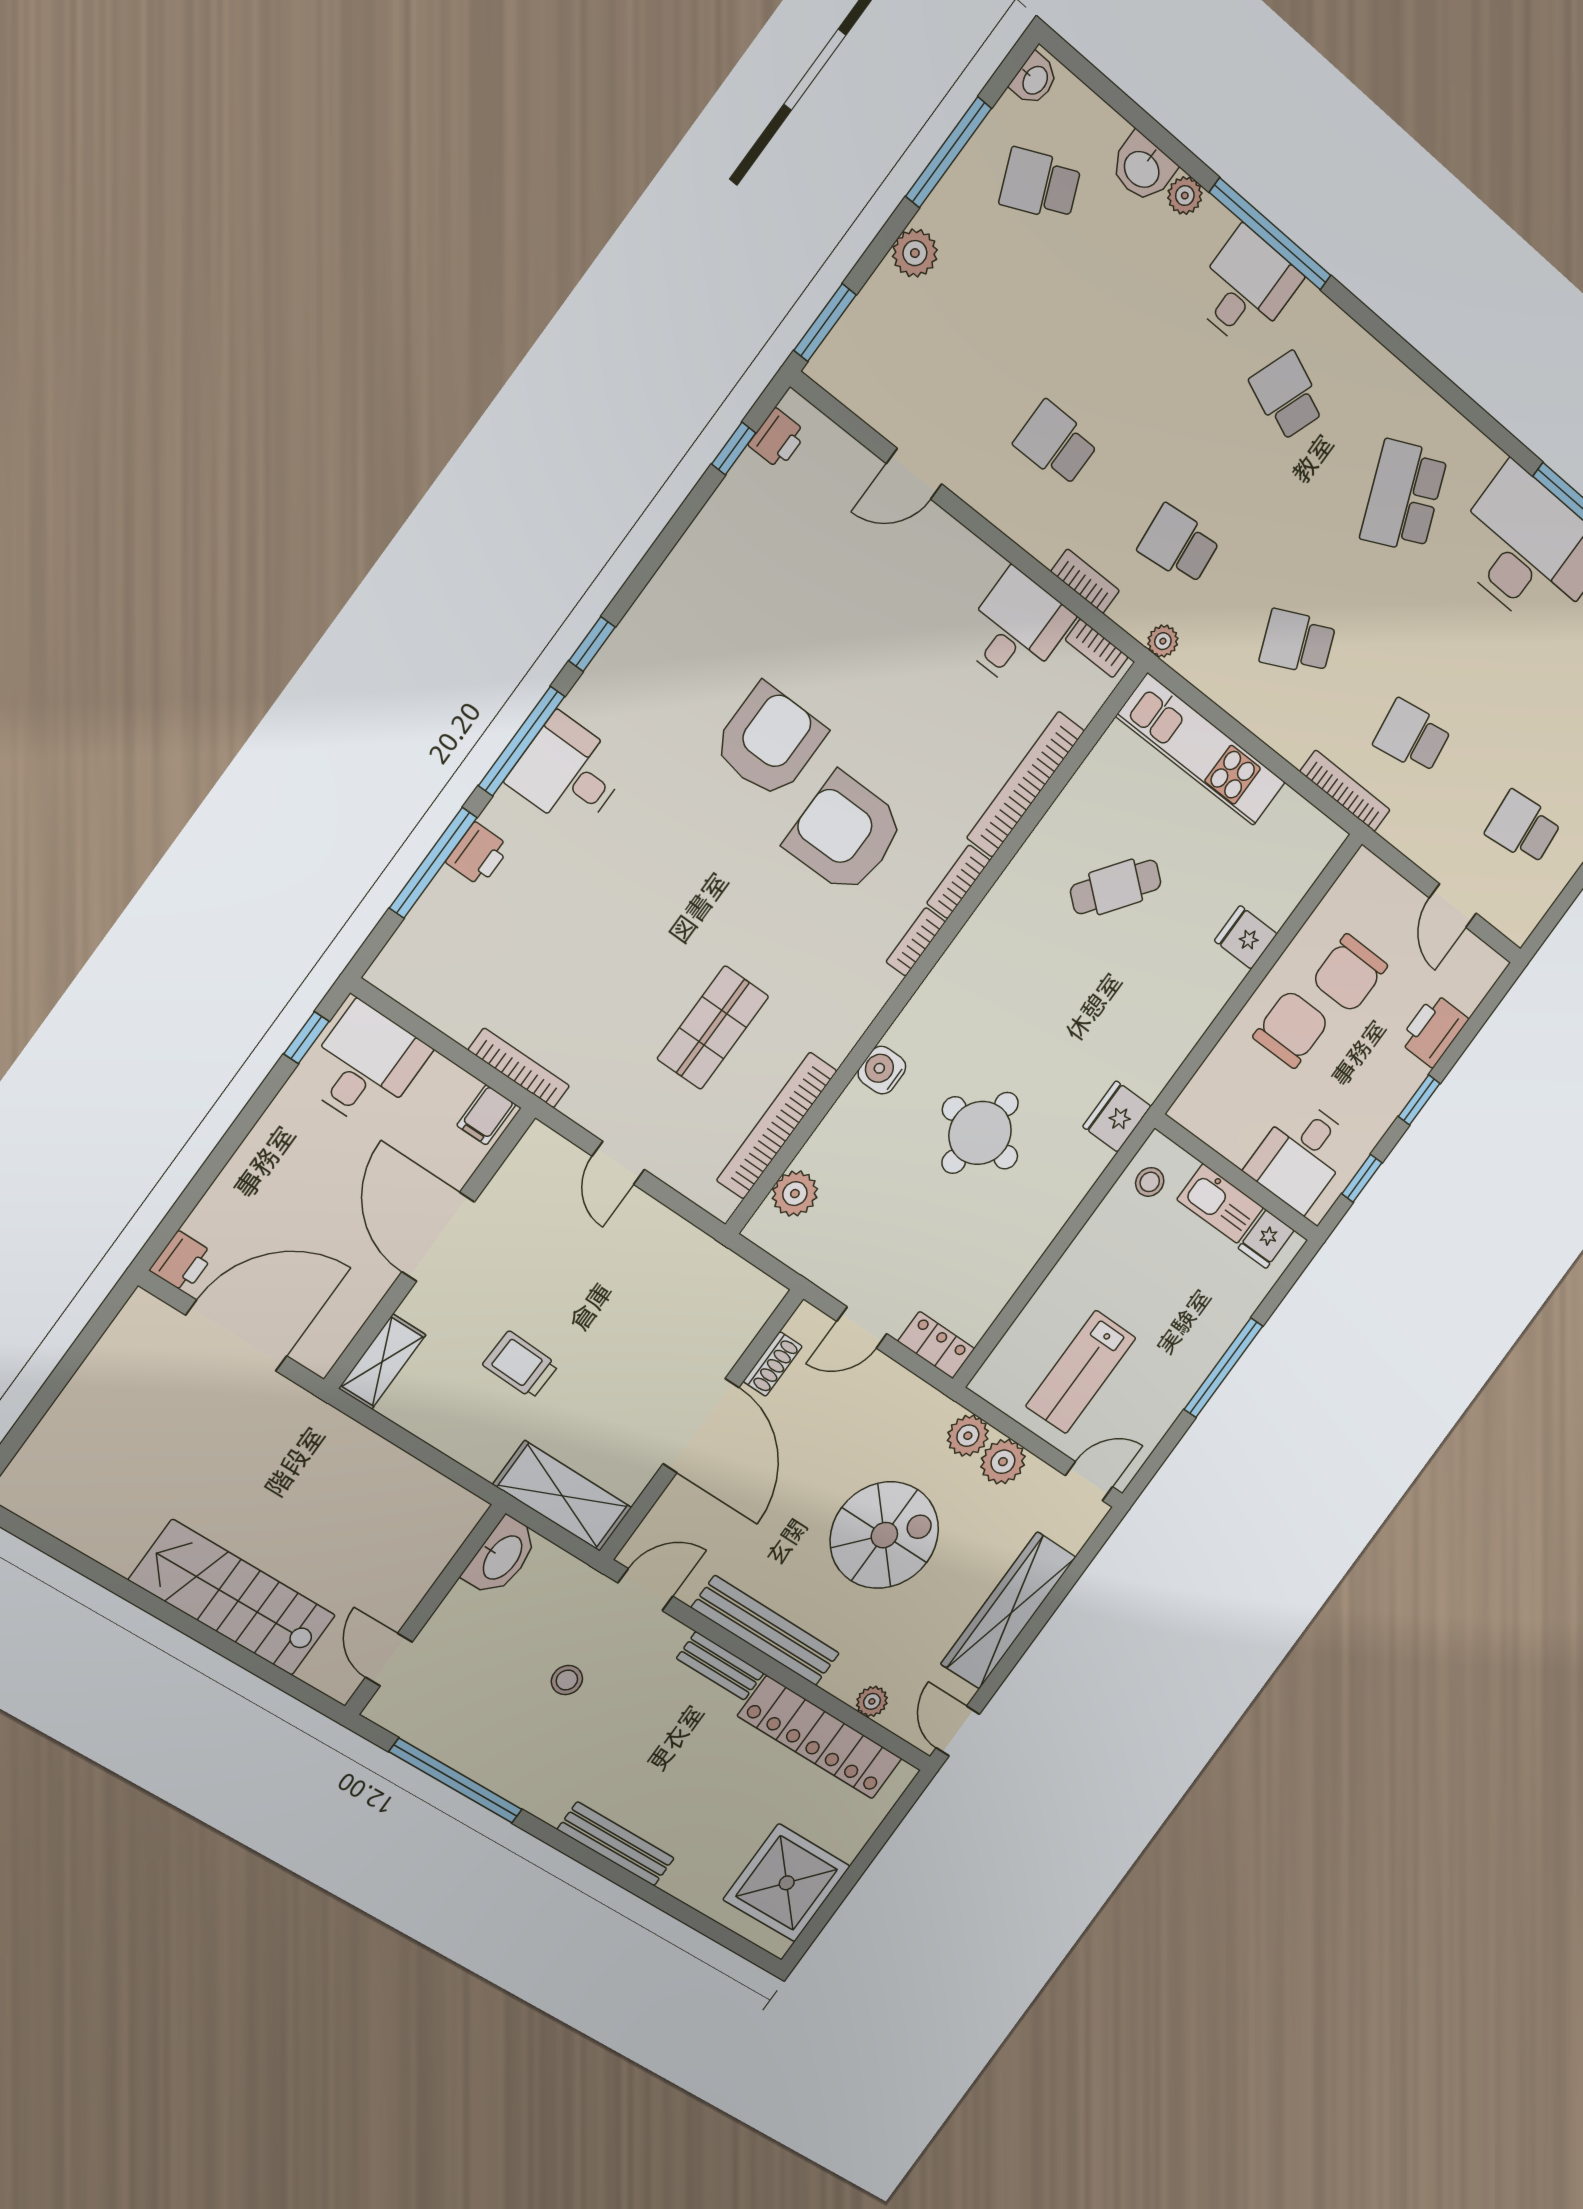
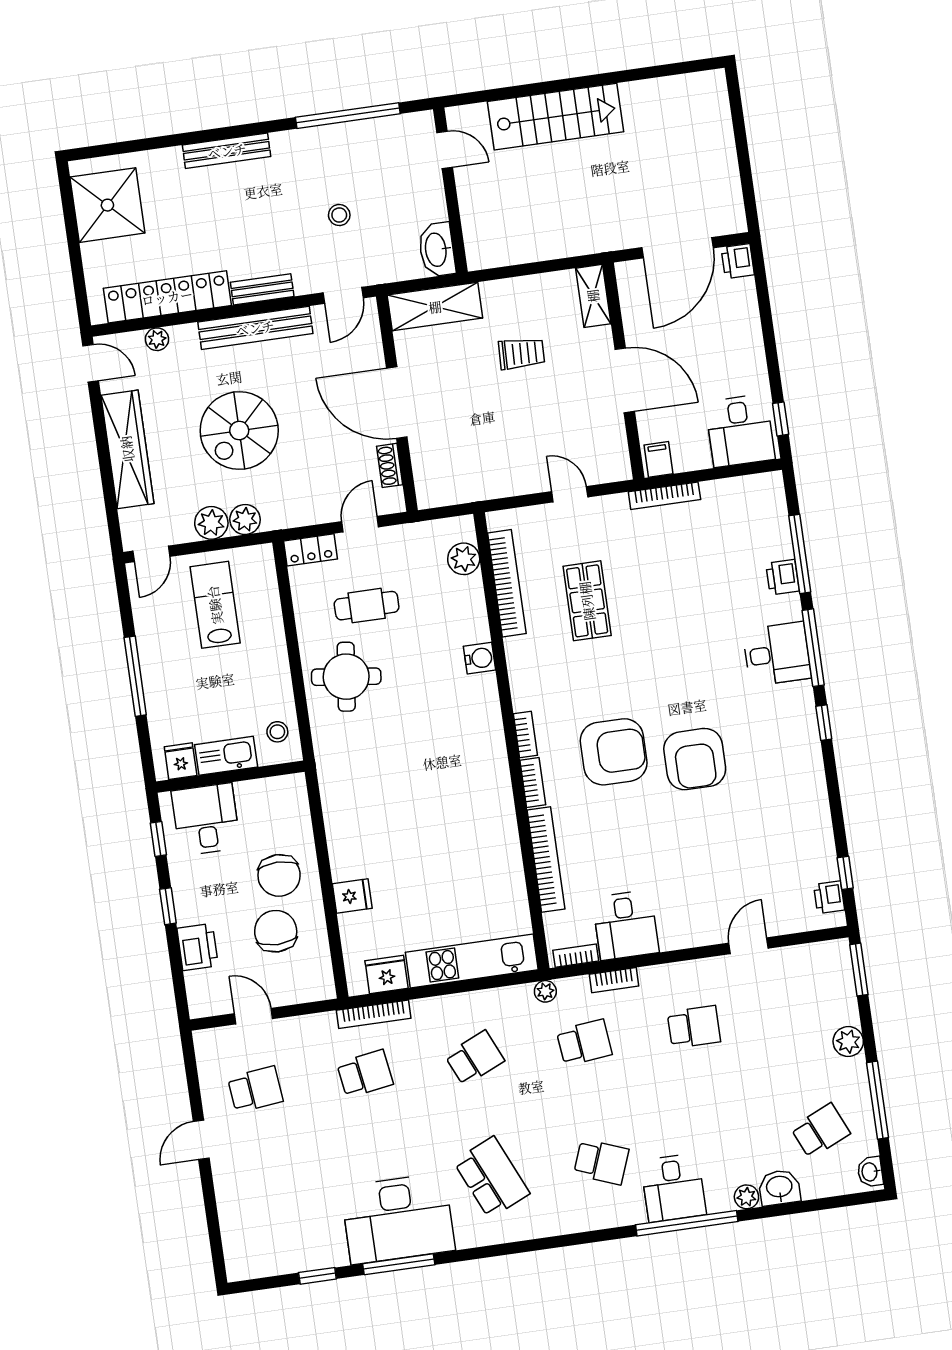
cafe table: (1116, 887) -> (367, 606), moved, turned 52
fridge: (1117, 1116) -> (387, 974), moved, turned -90
round table: (980, 1133) -> (346, 677), moved

